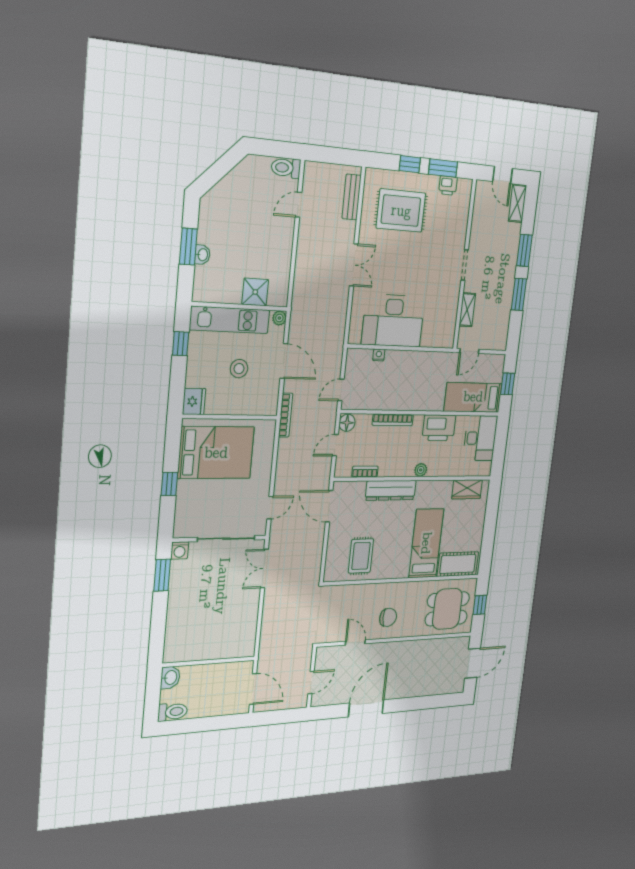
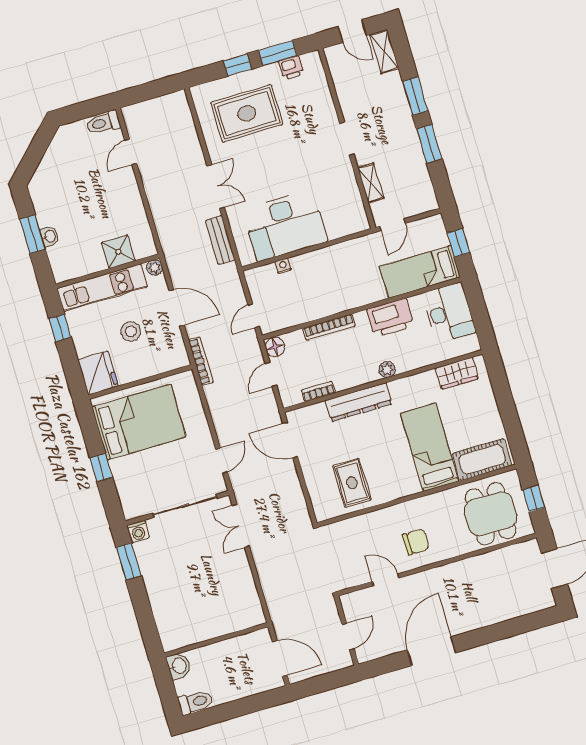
bench: (352, 197) -> (220, 240), moved
fridge: (194, 401) -> (98, 373), width x1.36, depth x1.34
dining table: (447, 609) -> (491, 514), turned 90

